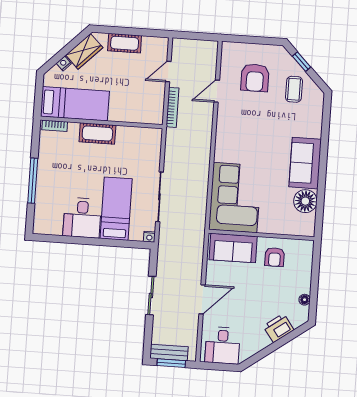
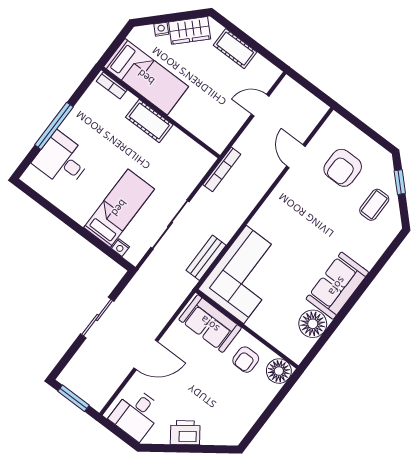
door: (217, 91) -> (296, 156), hinge flipped
bookcase: (172, 107) -> (222, 169), moved
desk: (82, 218) -> (62, 160), moved, turned 90
nightstand: (149, 237) -> (120, 248), moved
floor lamp: (305, 300) -> (279, 371), moved, width x1.89, depth x1.89
printer: (279, 328) -> (185, 433), moved
bench: (169, 353) -> (206, 258), moved, turned 90

